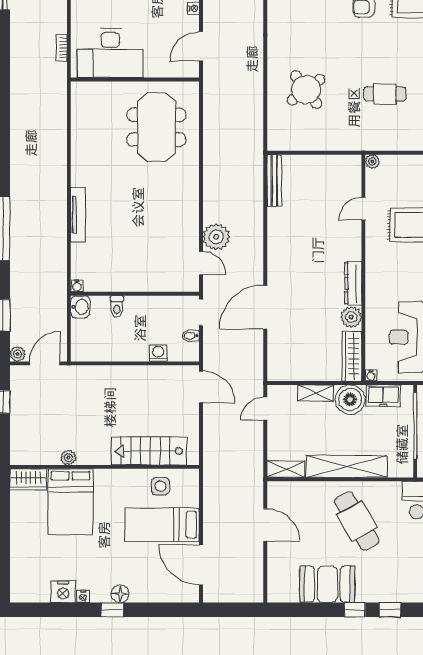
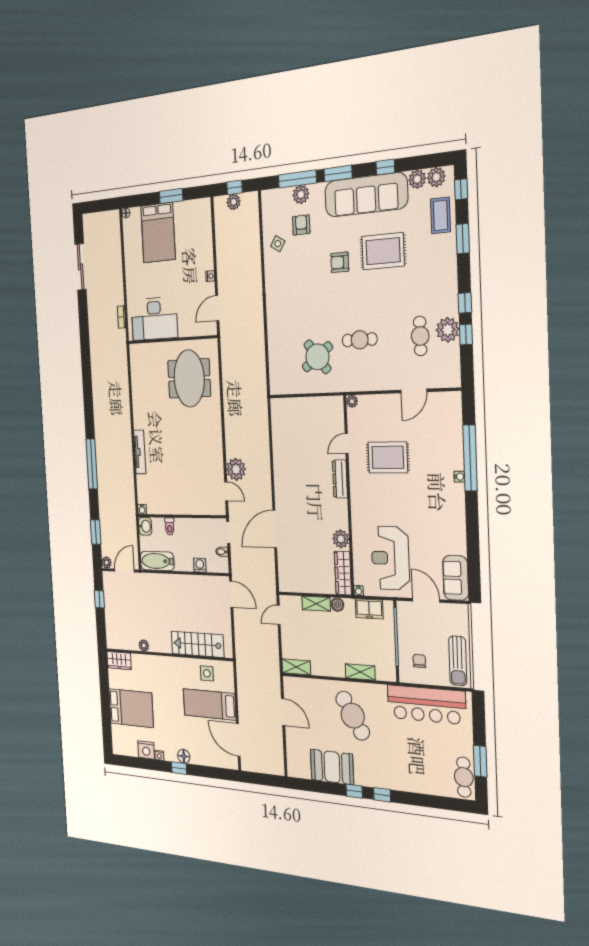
round table: (306, 90) -> (317, 357), moved
bench: (274, 180) -> (277, 420), removed
dresser: (353, 283) -> (340, 479), moved
bathtub: (96, 350) -> (157, 561), added
boiler: (350, 400) -> (337, 605), width x0.54, depth x0.54
shelving: (347, 467) -> (360, 672), width x0.45, depth x0.75
bed: (71, 502) -> (131, 708), moved, turned -90

